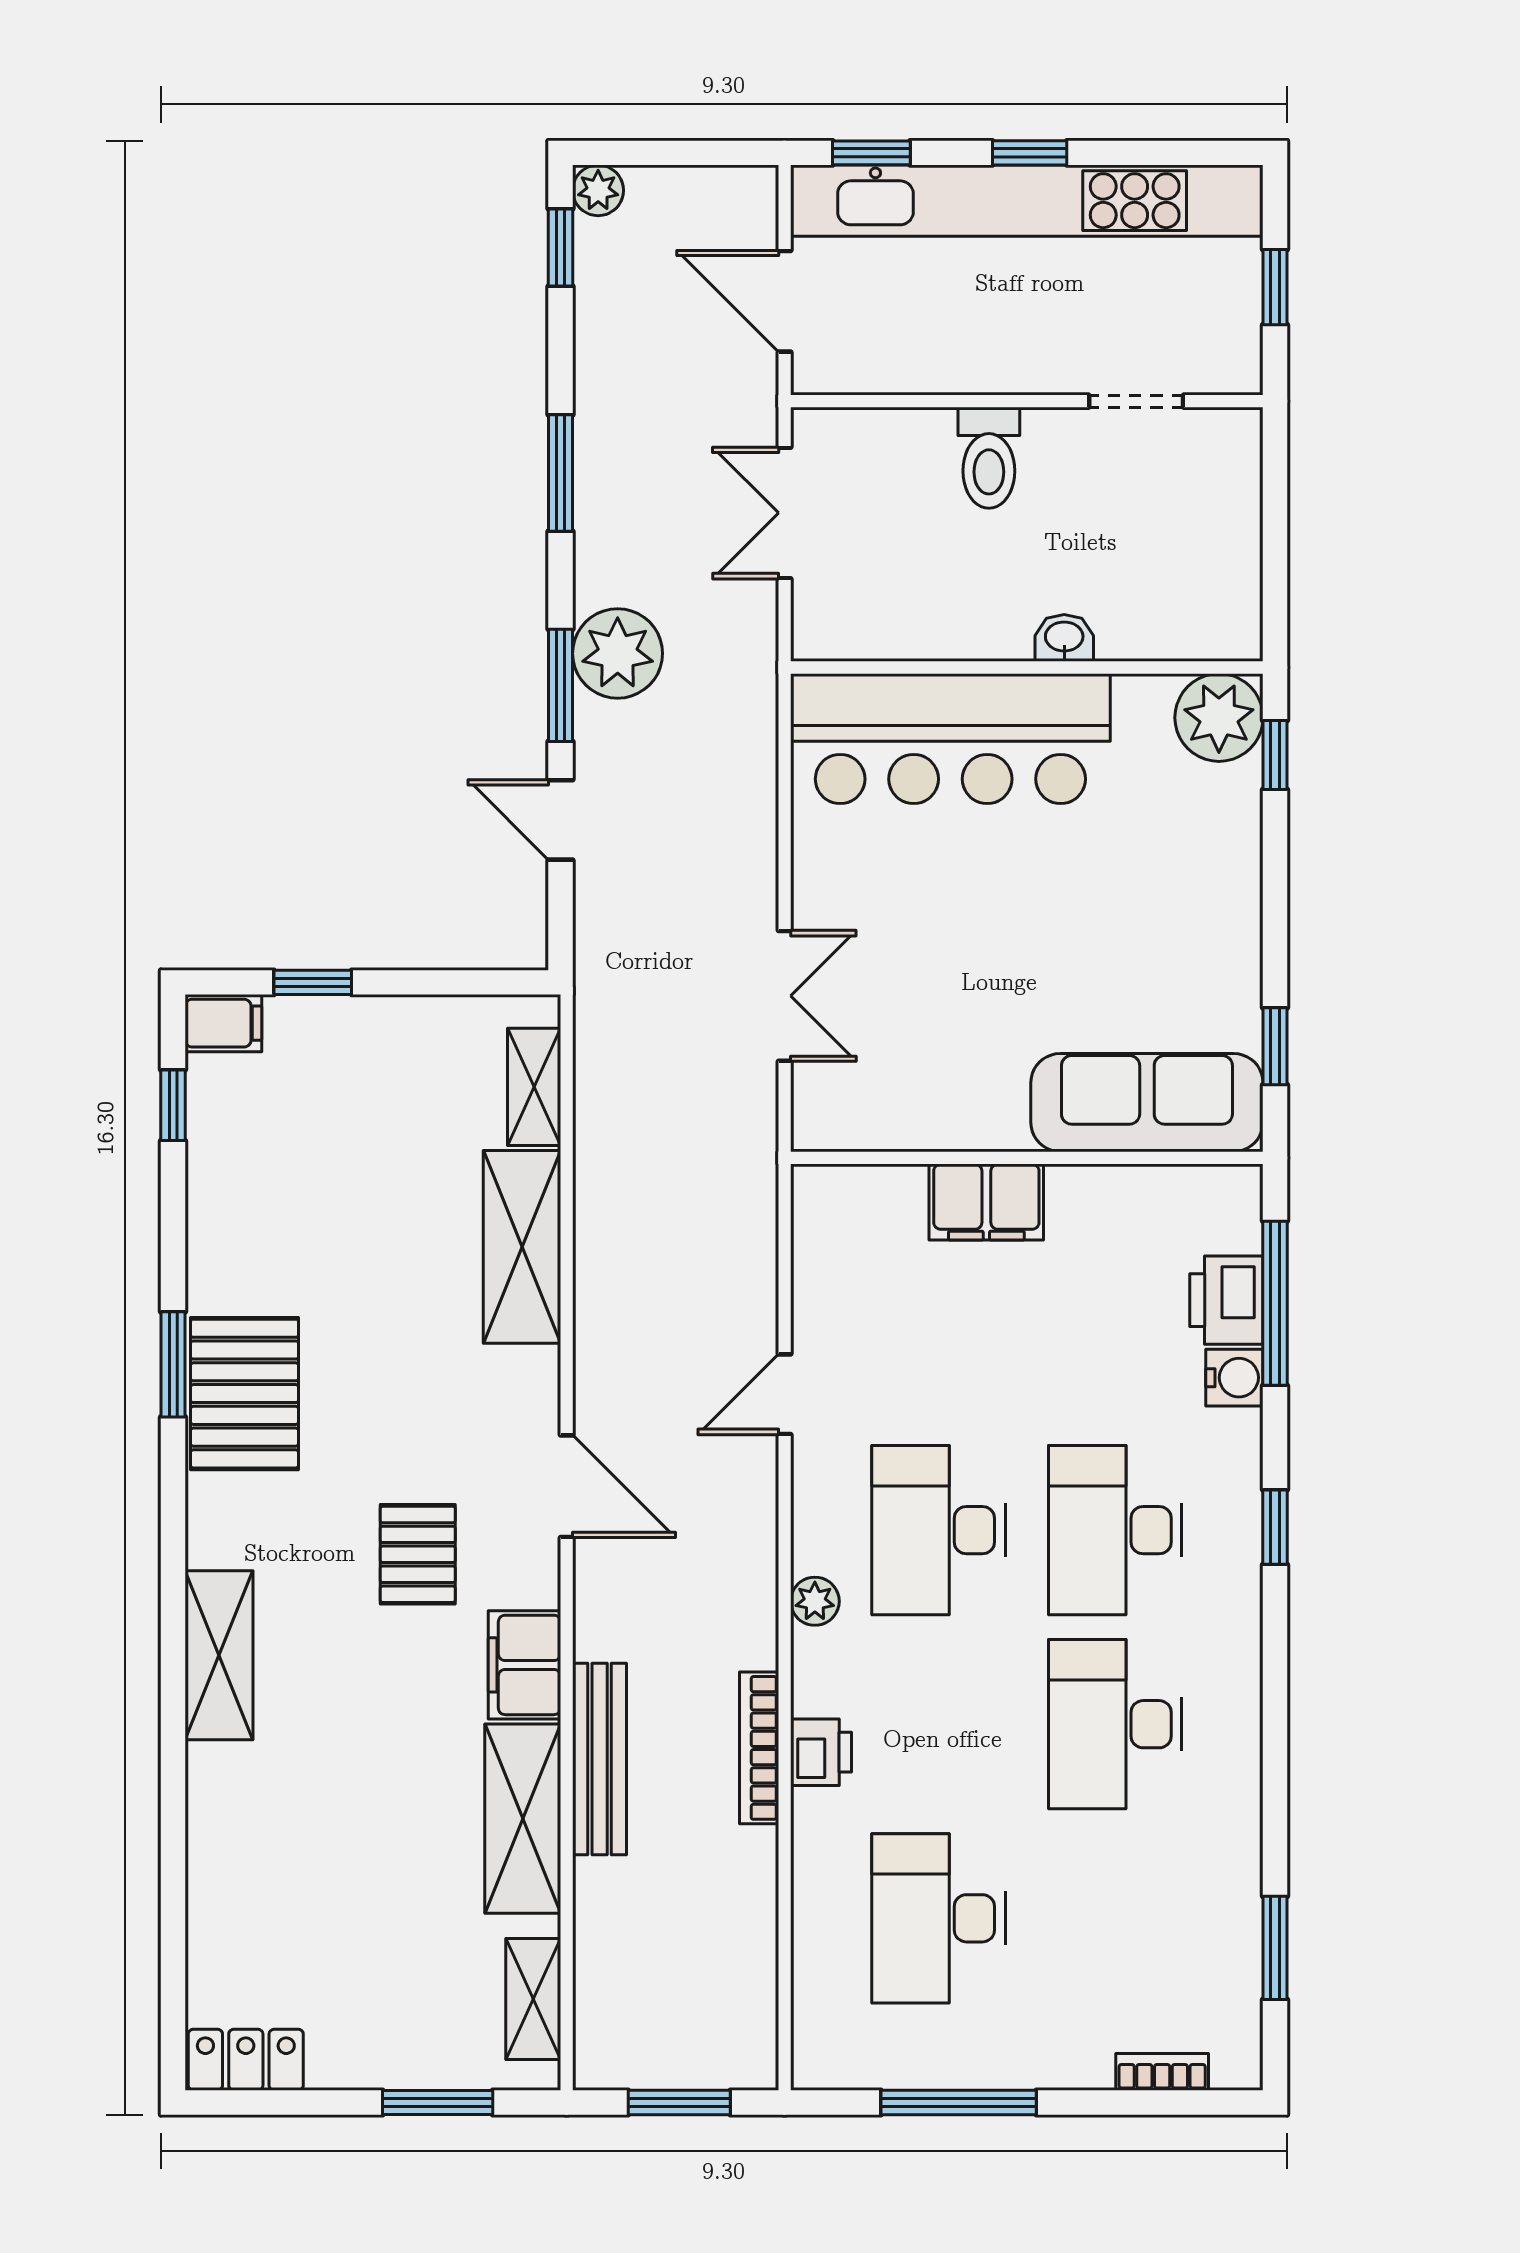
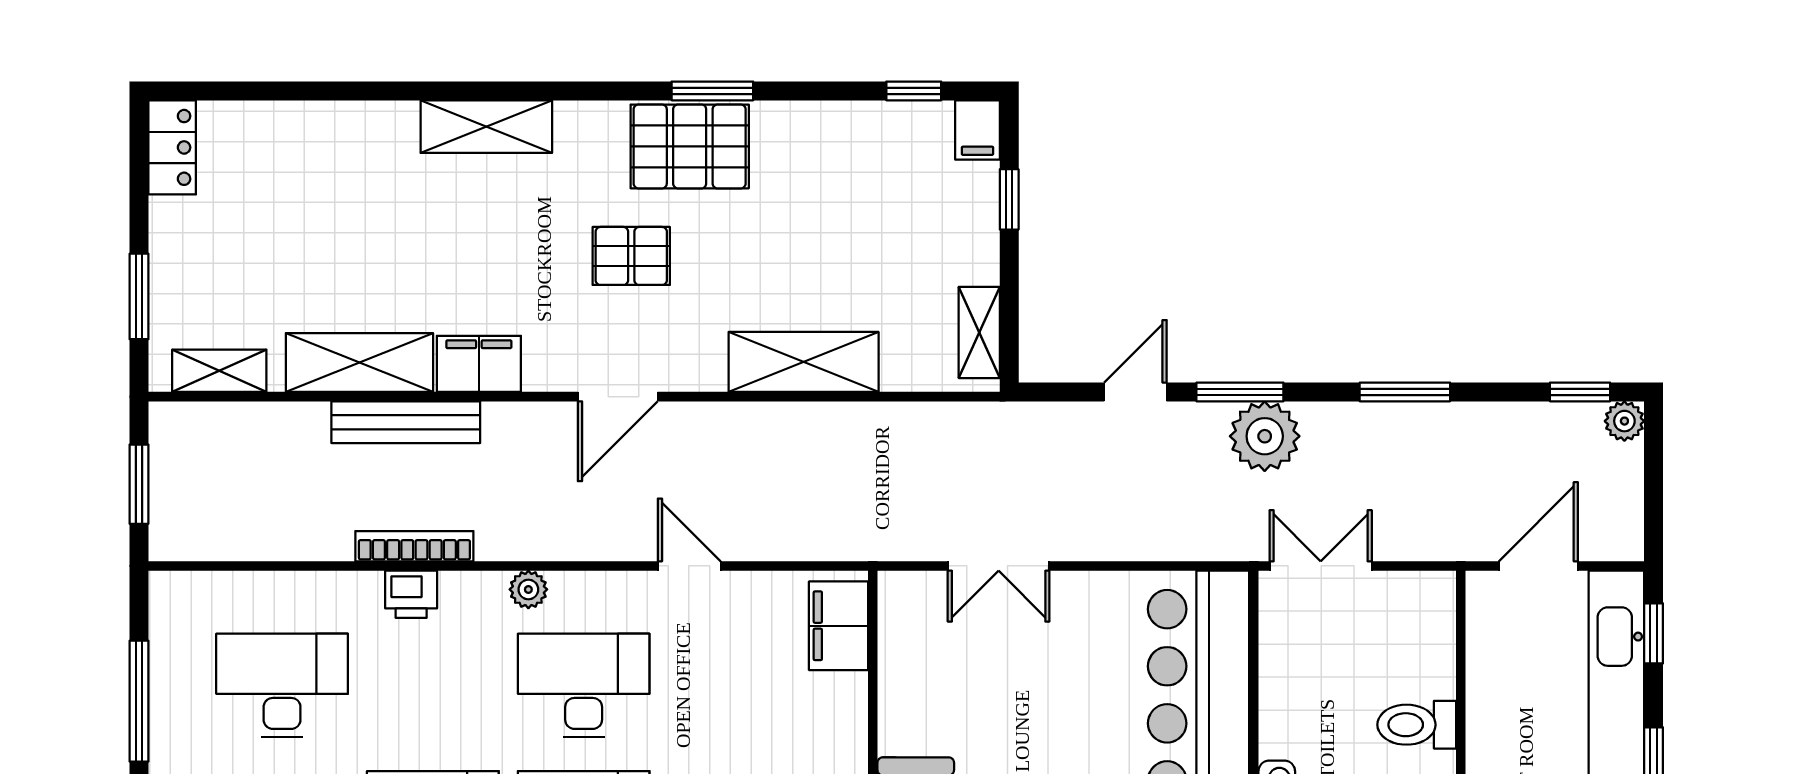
double door: (785, 513) -> (1321, 566), moved
shelving: (534, 1087) -> (979, 332), moved, turned 90
filing cabinet: (986, 1202) -> (838, 626), moved
pallet: (418, 1554) -> (631, 256), moved

